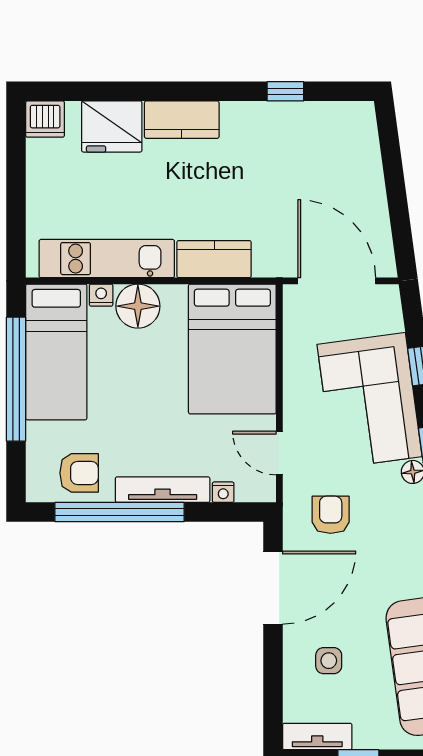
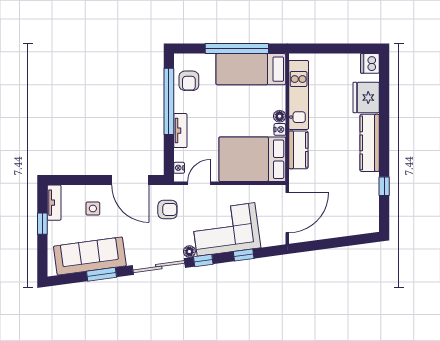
kitchen counter: (182, 120) -> (370, 143), width x1.50
nightstand: (101, 295) -> (280, 129), moved
floor lamp: (138, 306) -> (280, 116), width x0.53, depth x0.53
tv unit: (163, 490) -> (180, 131), width x0.71
nightstand: (223, 492) -> (179, 168), moved

